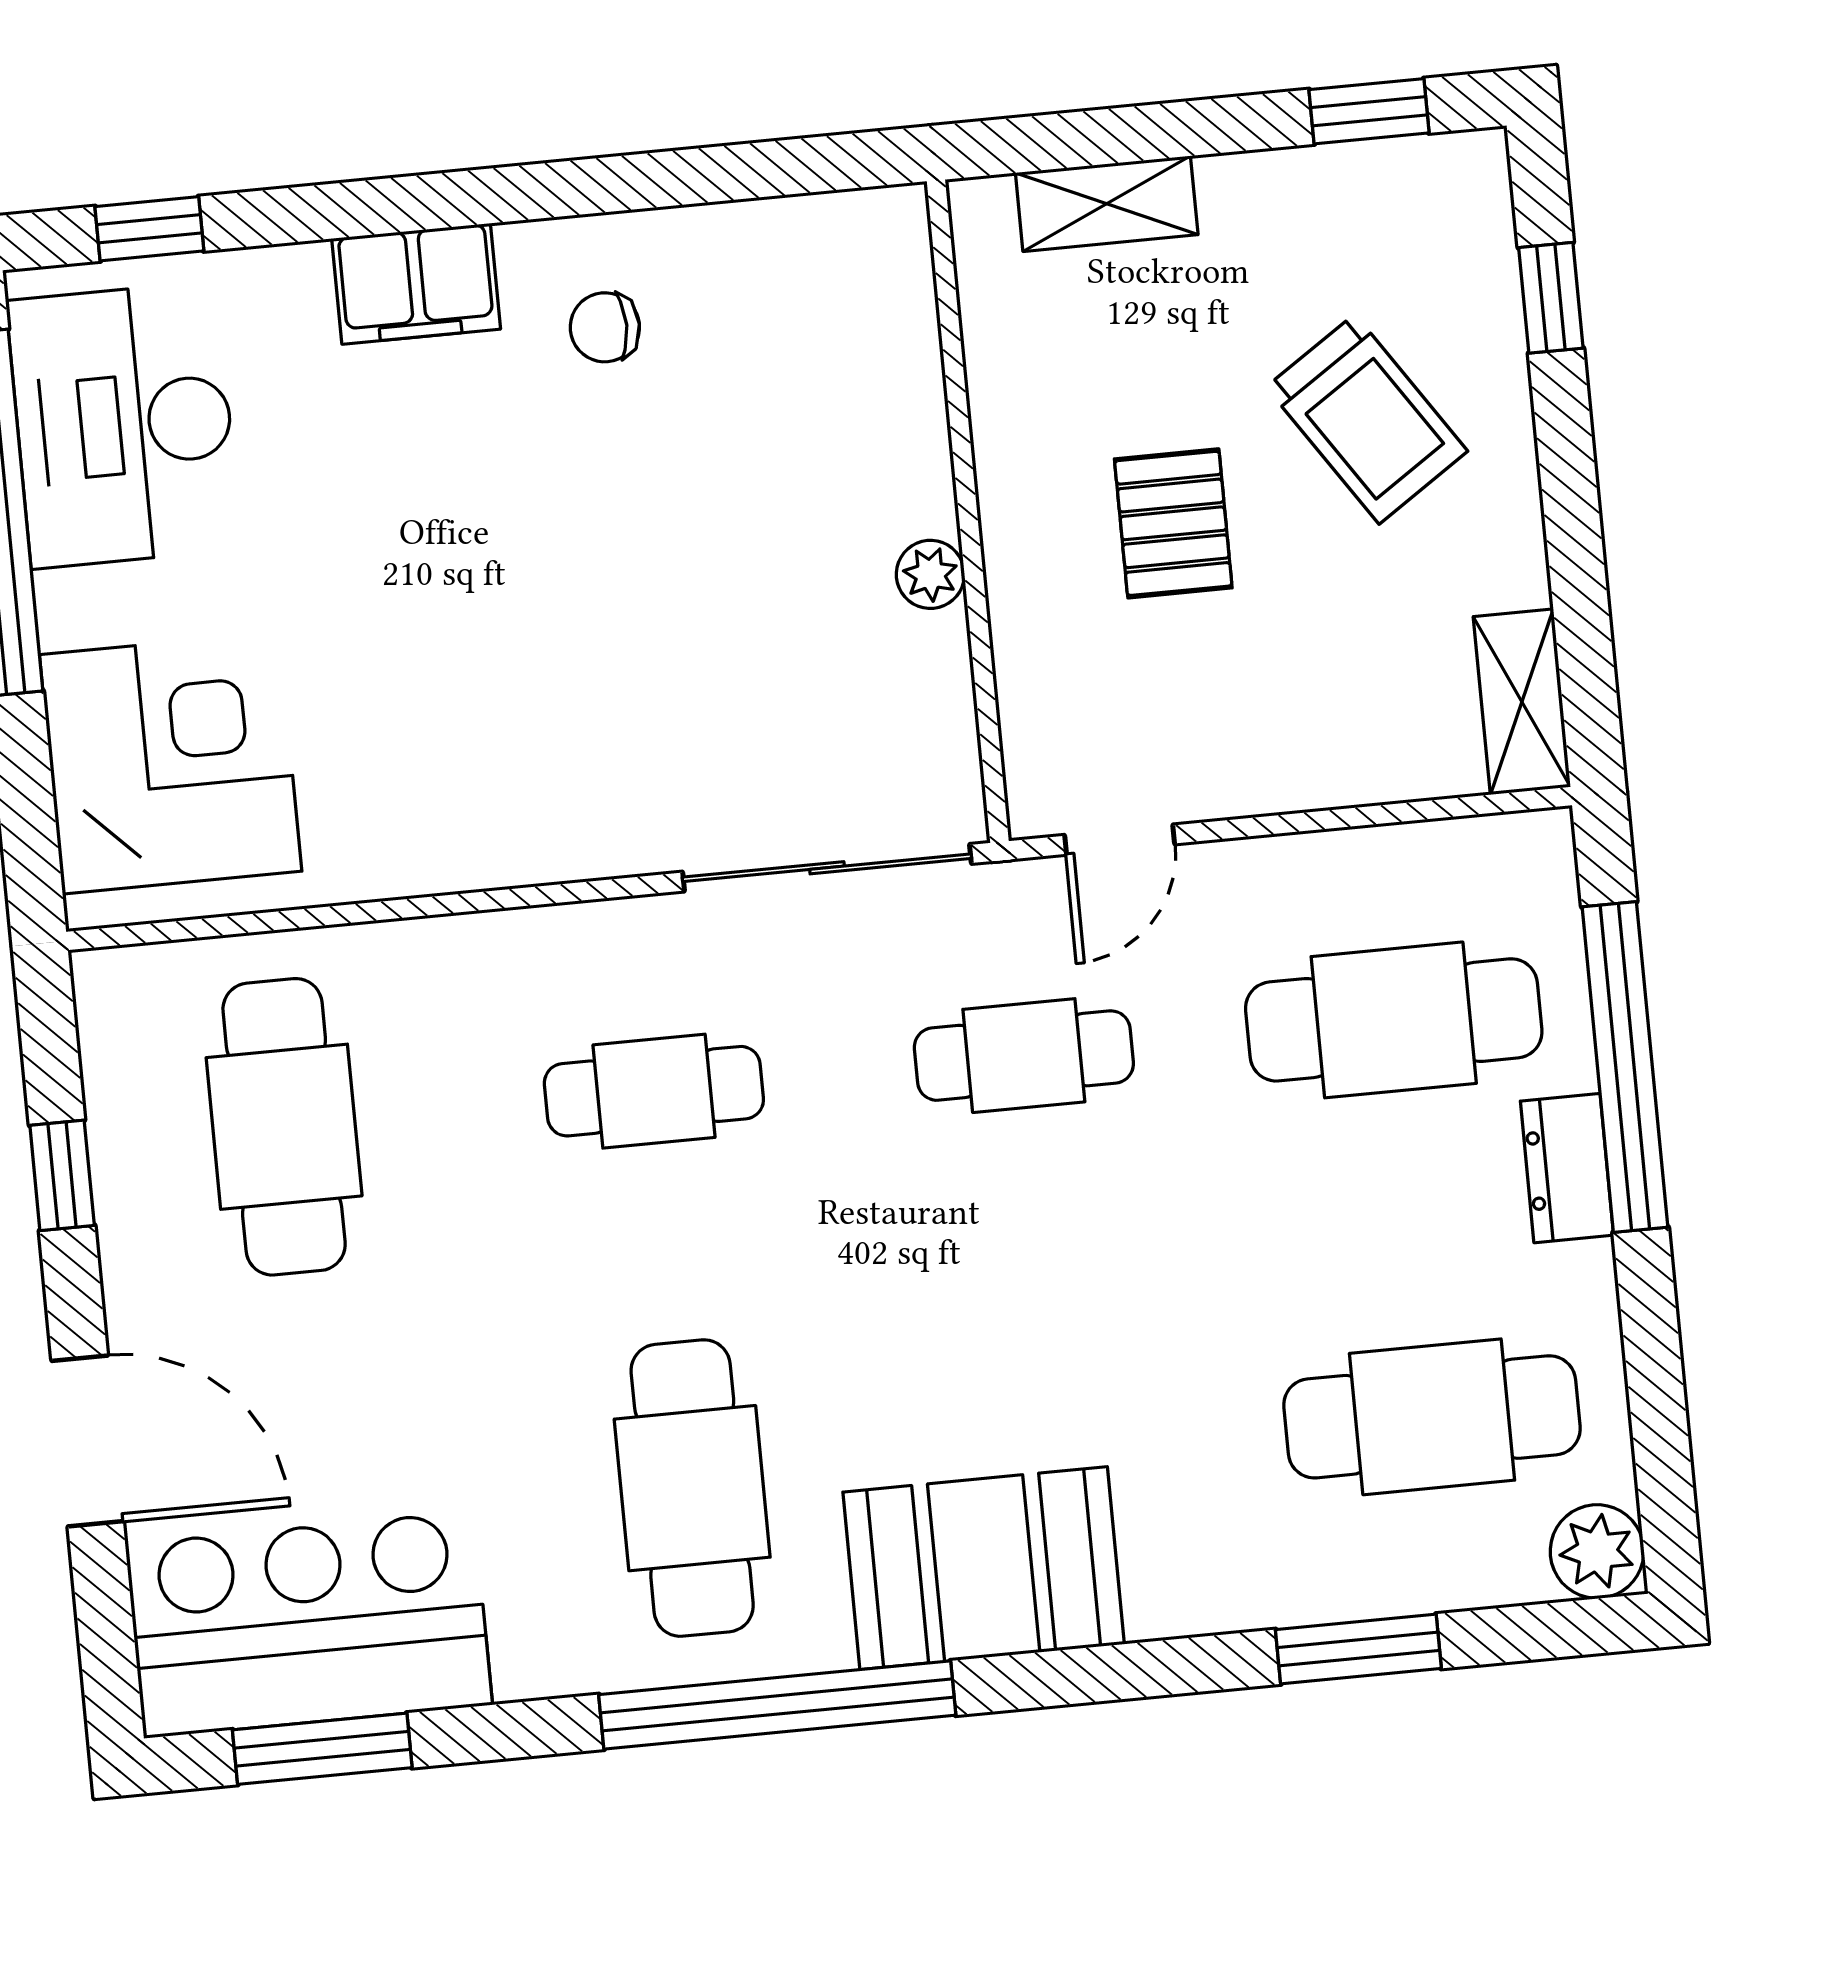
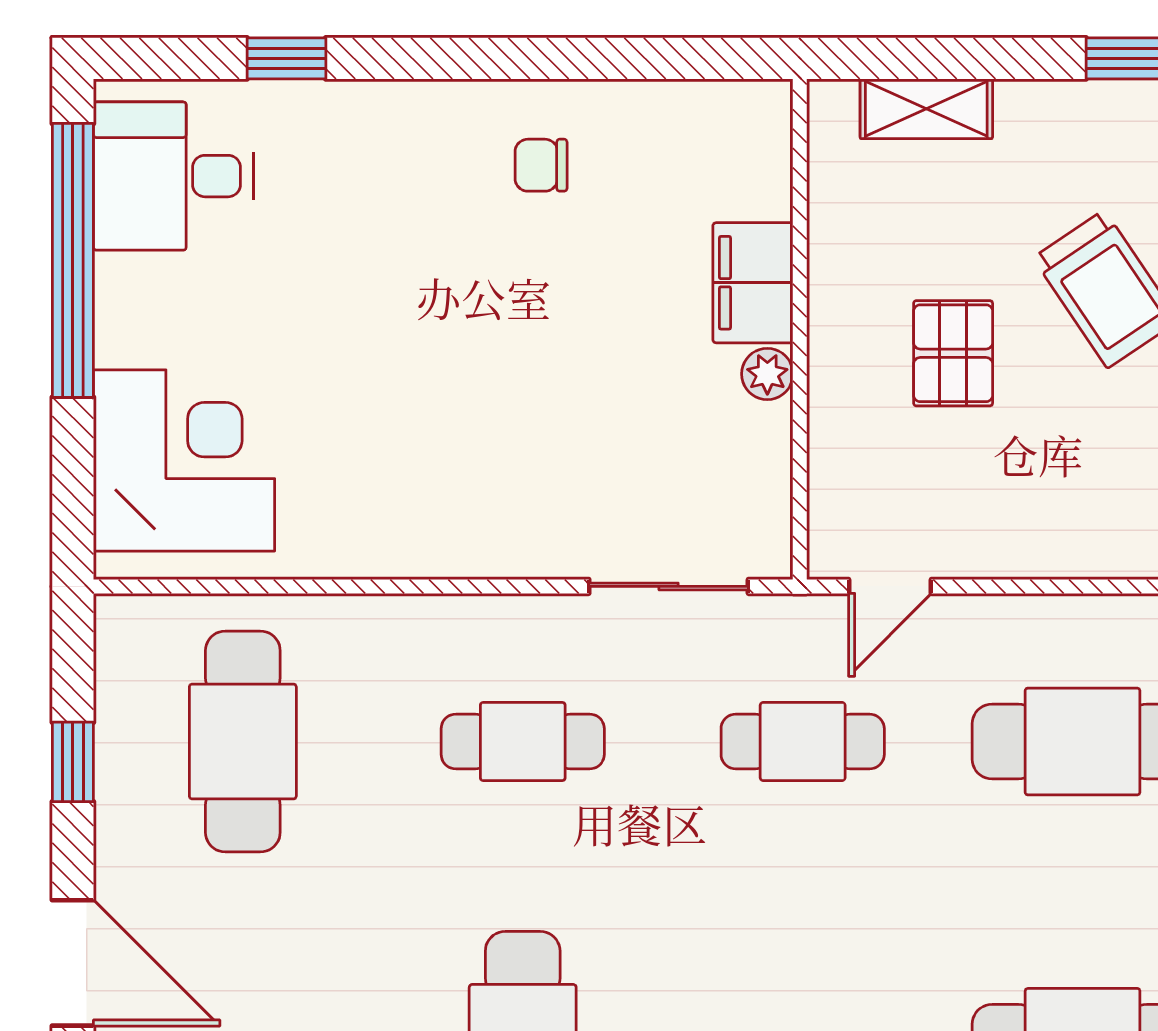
window: (149, 229) -> (286, 58), moved
filing cabinet: (416, 284) -> (753, 283), moved, turned 90
desk: (124, 425) -> (173, 176), width x0.73
sliding door: (827, 868) -> (669, 586), width x0.73

